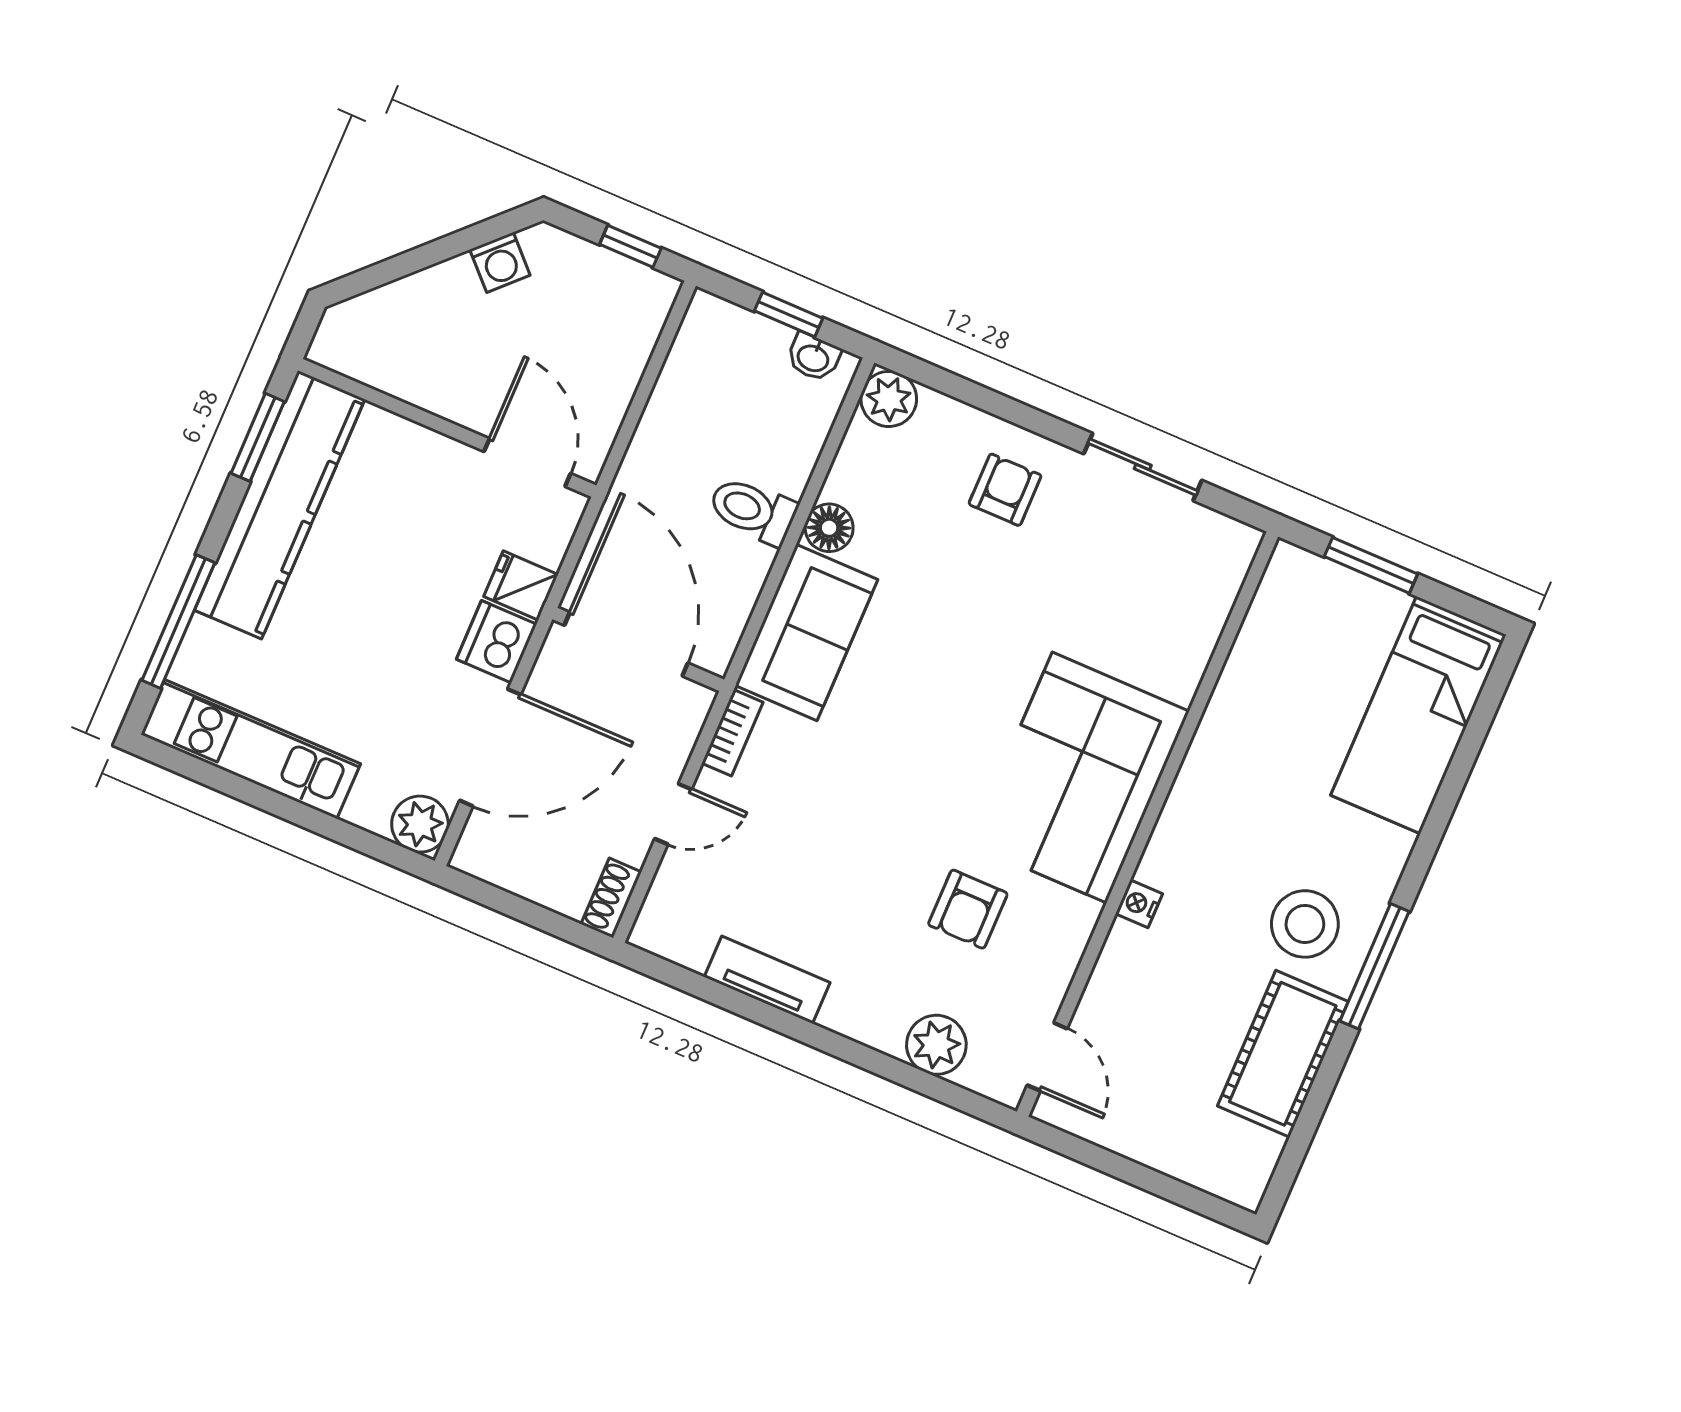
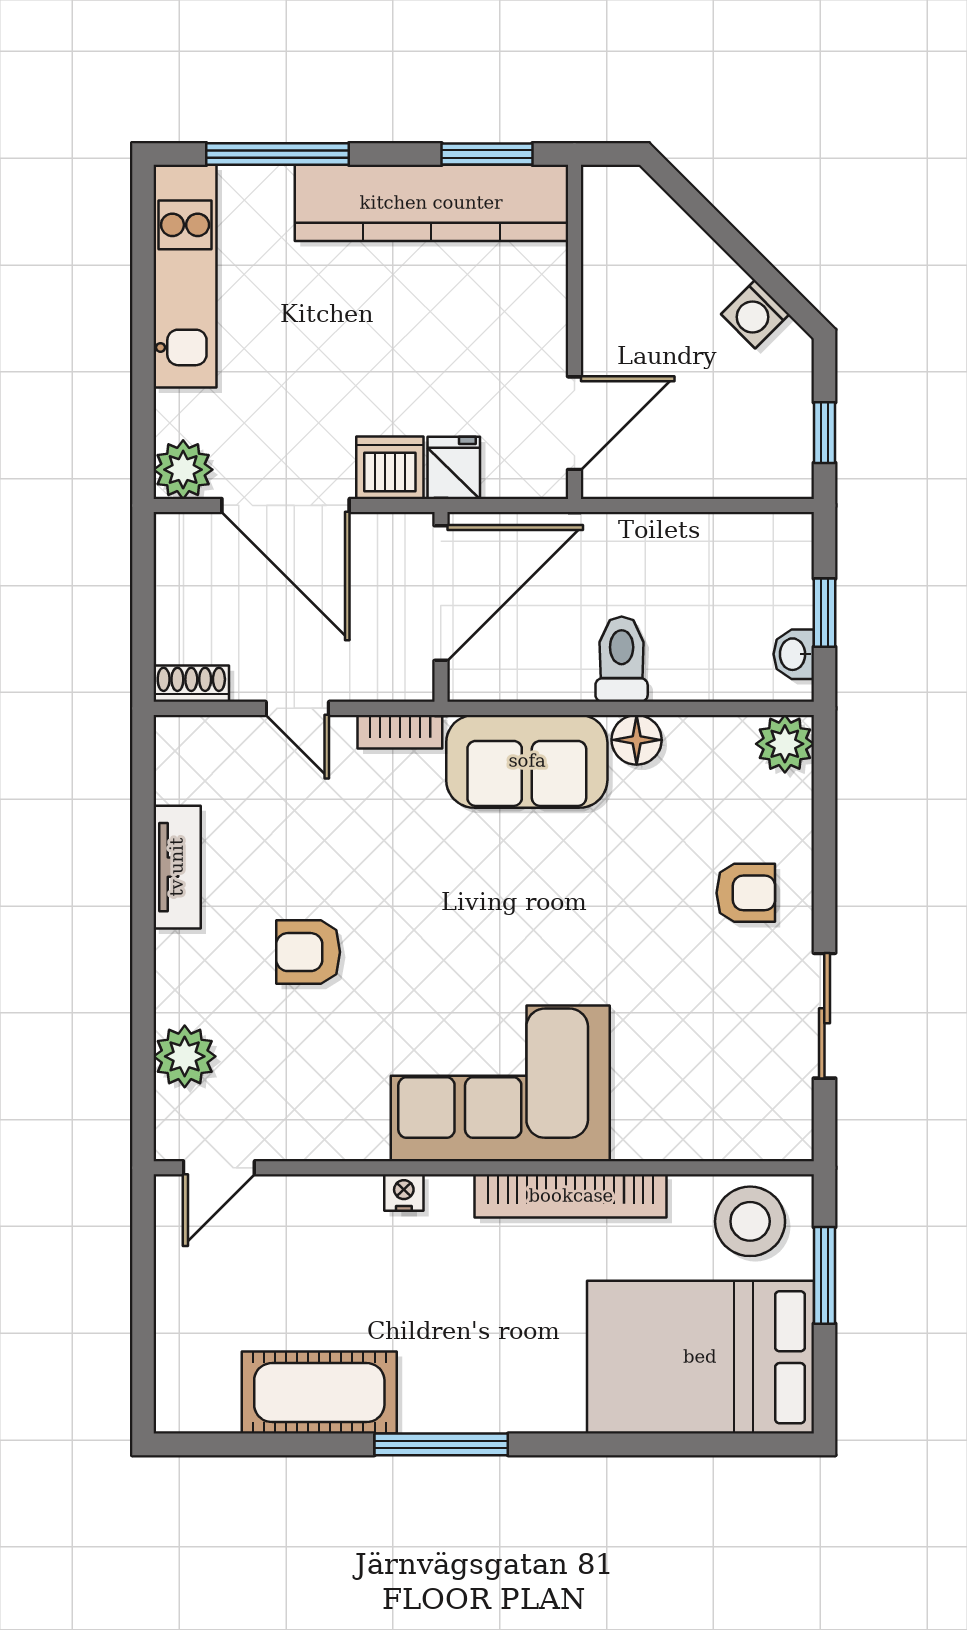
bed: (1418, 715) -> (700, 1357), width x1.50
bookcase: (1205, 758) -> (571, 1196), added
armchair: (968, 909) -> (308, 952), moved
stool: (1305, 924) -> (750, 1221), moved

